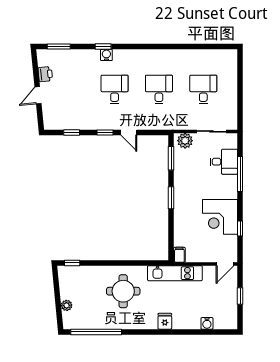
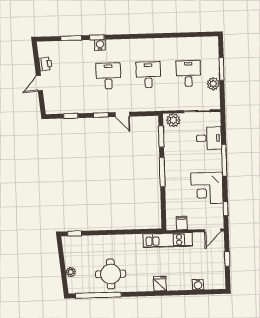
window: (59, 46) -> (71, 38), moved
window: (240, 85) -> (221, 69), added
plant: (230, 102) -> (213, 84), added
window: (240, 174) -> (224, 160), moved
window: (171, 198) -> (162, 172), width x1.44
window: (240, 228) -> (226, 209), moved
filing cabinet: (179, 255) -> (182, 223), moved
round table: (123, 291) -> (111, 274), moved

